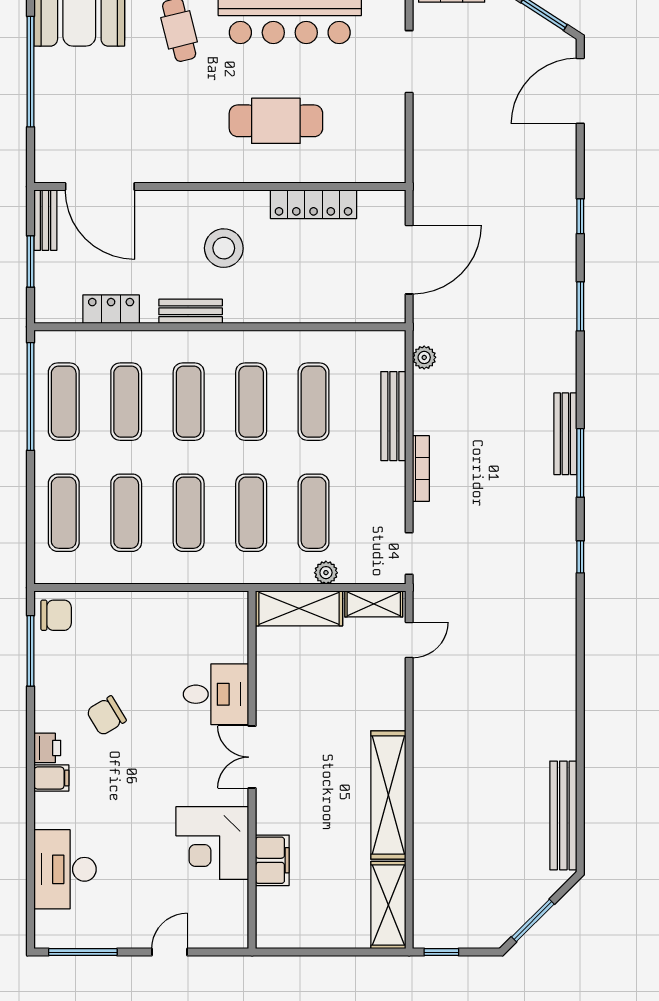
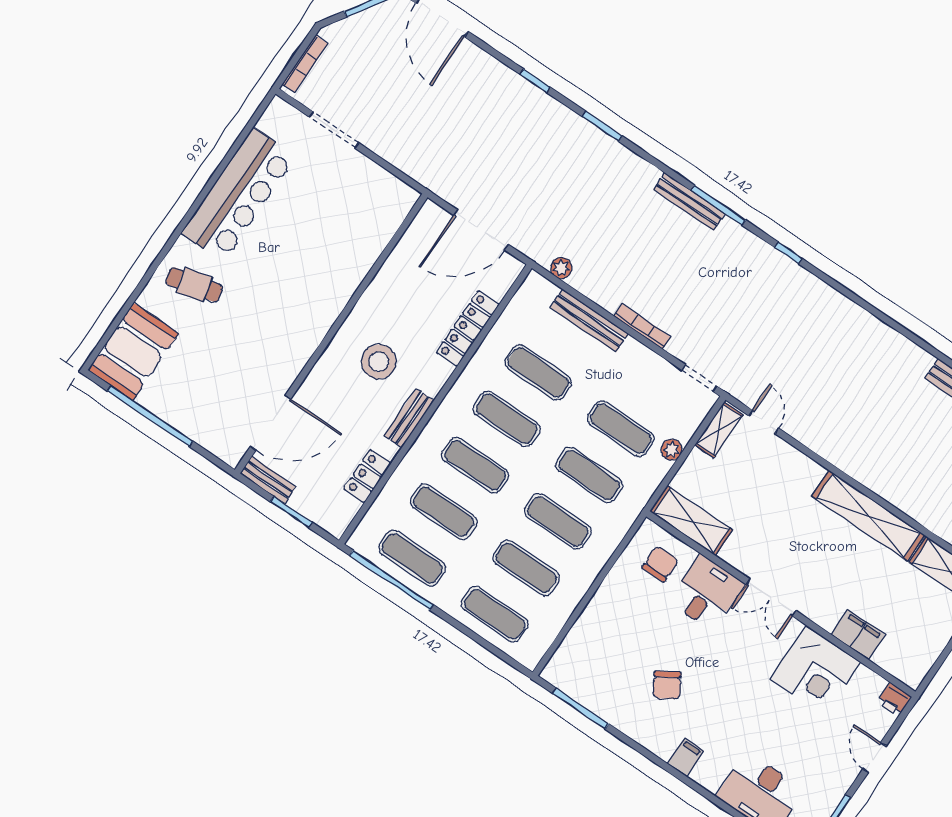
cafe table: (276, 121) -> (311, 259), removed
locker: (314, 204) -> (468, 328), moved, turned 180
door: (409, 260) -> (481, 230), swing flipped
shelving: (299, 608) -> (692, 521), moved, turned 90
chair: (56, 615) -> (660, 564), moved
printer: (47, 748) -> (894, 699), moved, turned 180

